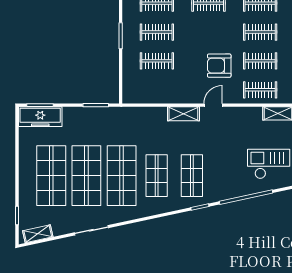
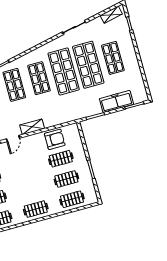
armchair: (219, 66) -> (55, 139), moved
freezer: (40, 117) -> (116, 101), moved
shop shelf: (51, 176) -> (113, 58), width x0.70, depth x0.74

